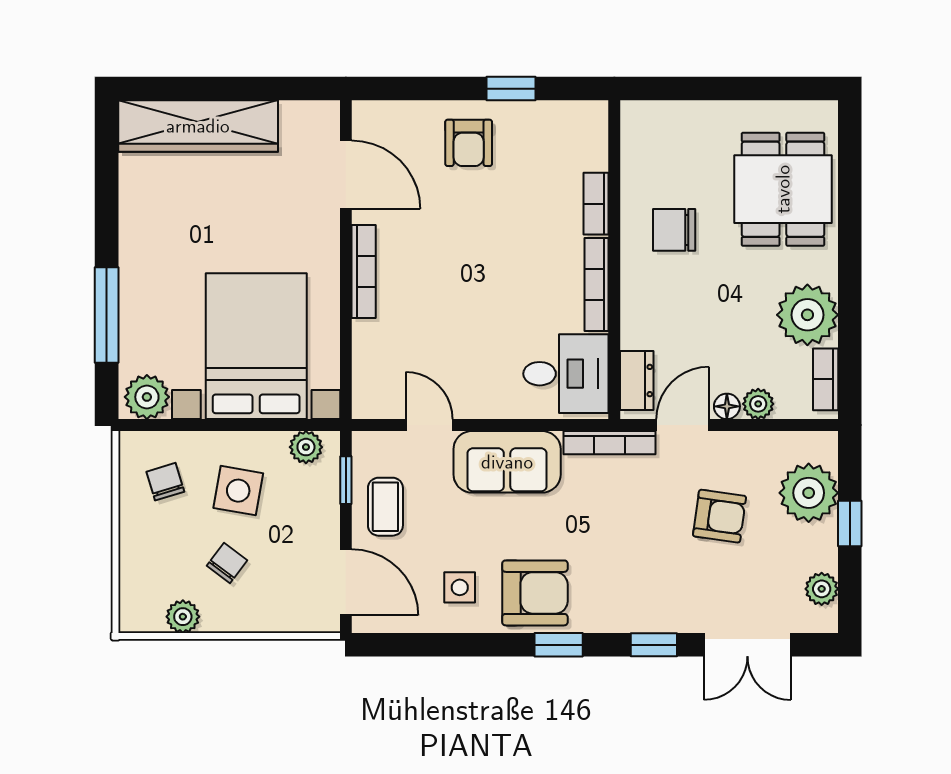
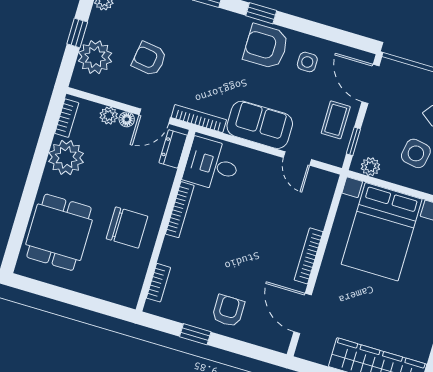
bookcase: (596, 204) -> (158, 283), moved
chair: (674, 230) -> (127, 228), width x1.37, depth x1.37

